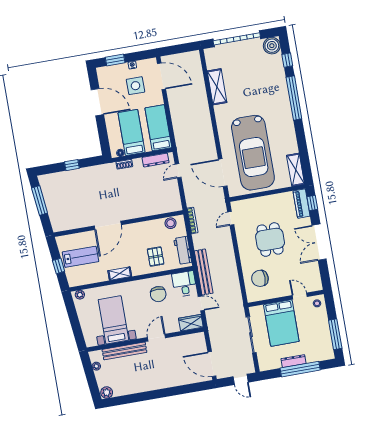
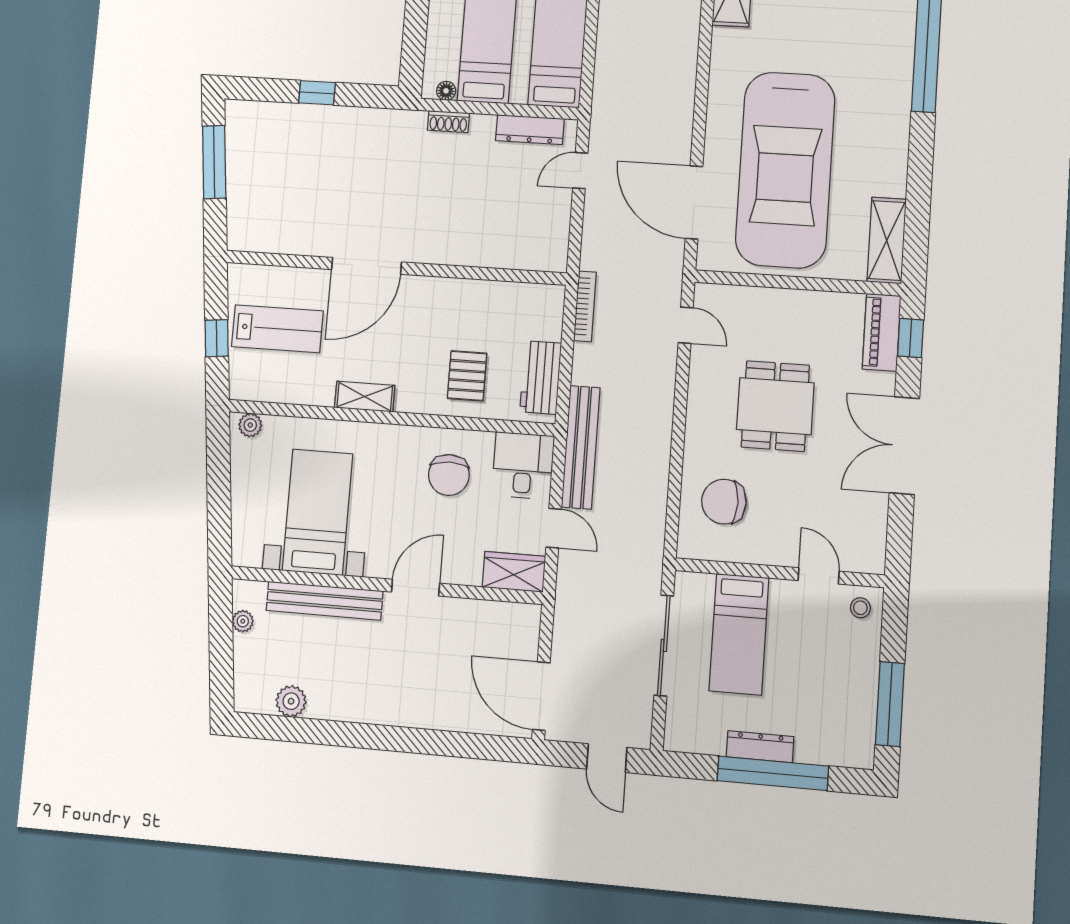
door: (231, 218) -> (686, 325), swing flipped
stool: (171, 223) -> (527, 300), removed
bed: (281, 323) -> (739, 634), width x0.67
plant: (107, 392) -> (291, 701), moved

